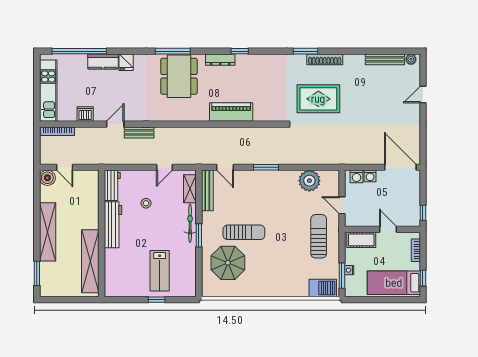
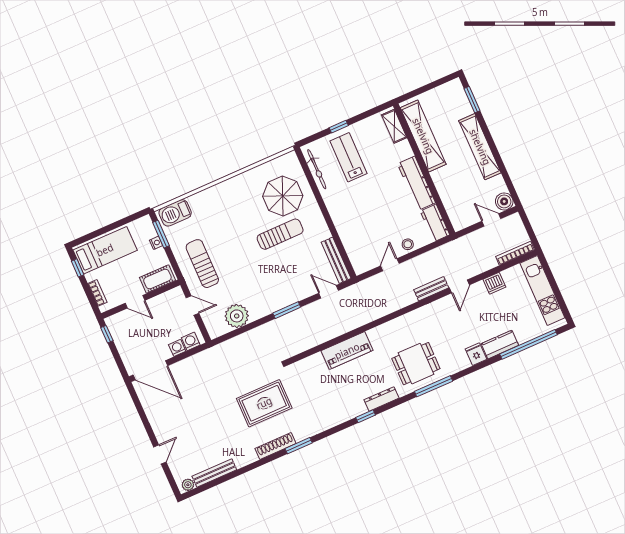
dining table: (179, 76) -> (416, 364), width x0.73
shelving: (190, 189) -> (394, 126), moved
stool: (146, 203) -> (408, 244), moved
bicycle: (190, 223) -> (317, 169), moved
sun lounger: (244, 232) -> (280, 234), turned 180
window: (199, 235) -> (324, 211), removed
sun lounger: (319, 236) -> (202, 264), turned 180

